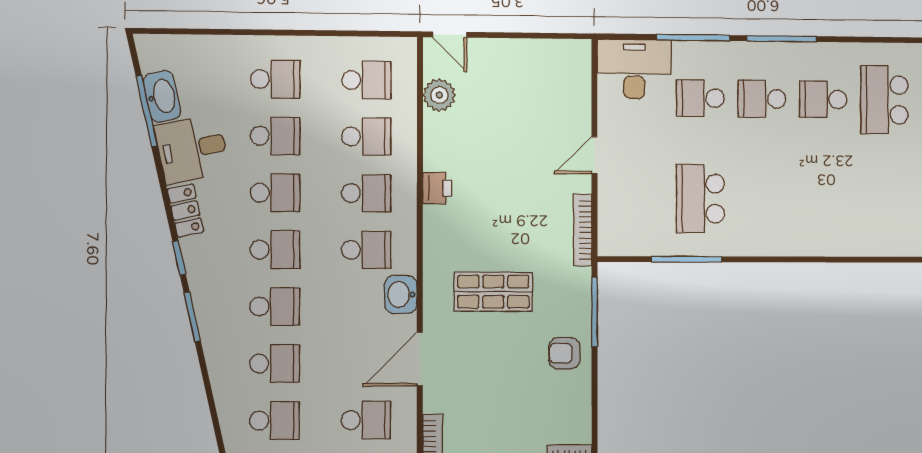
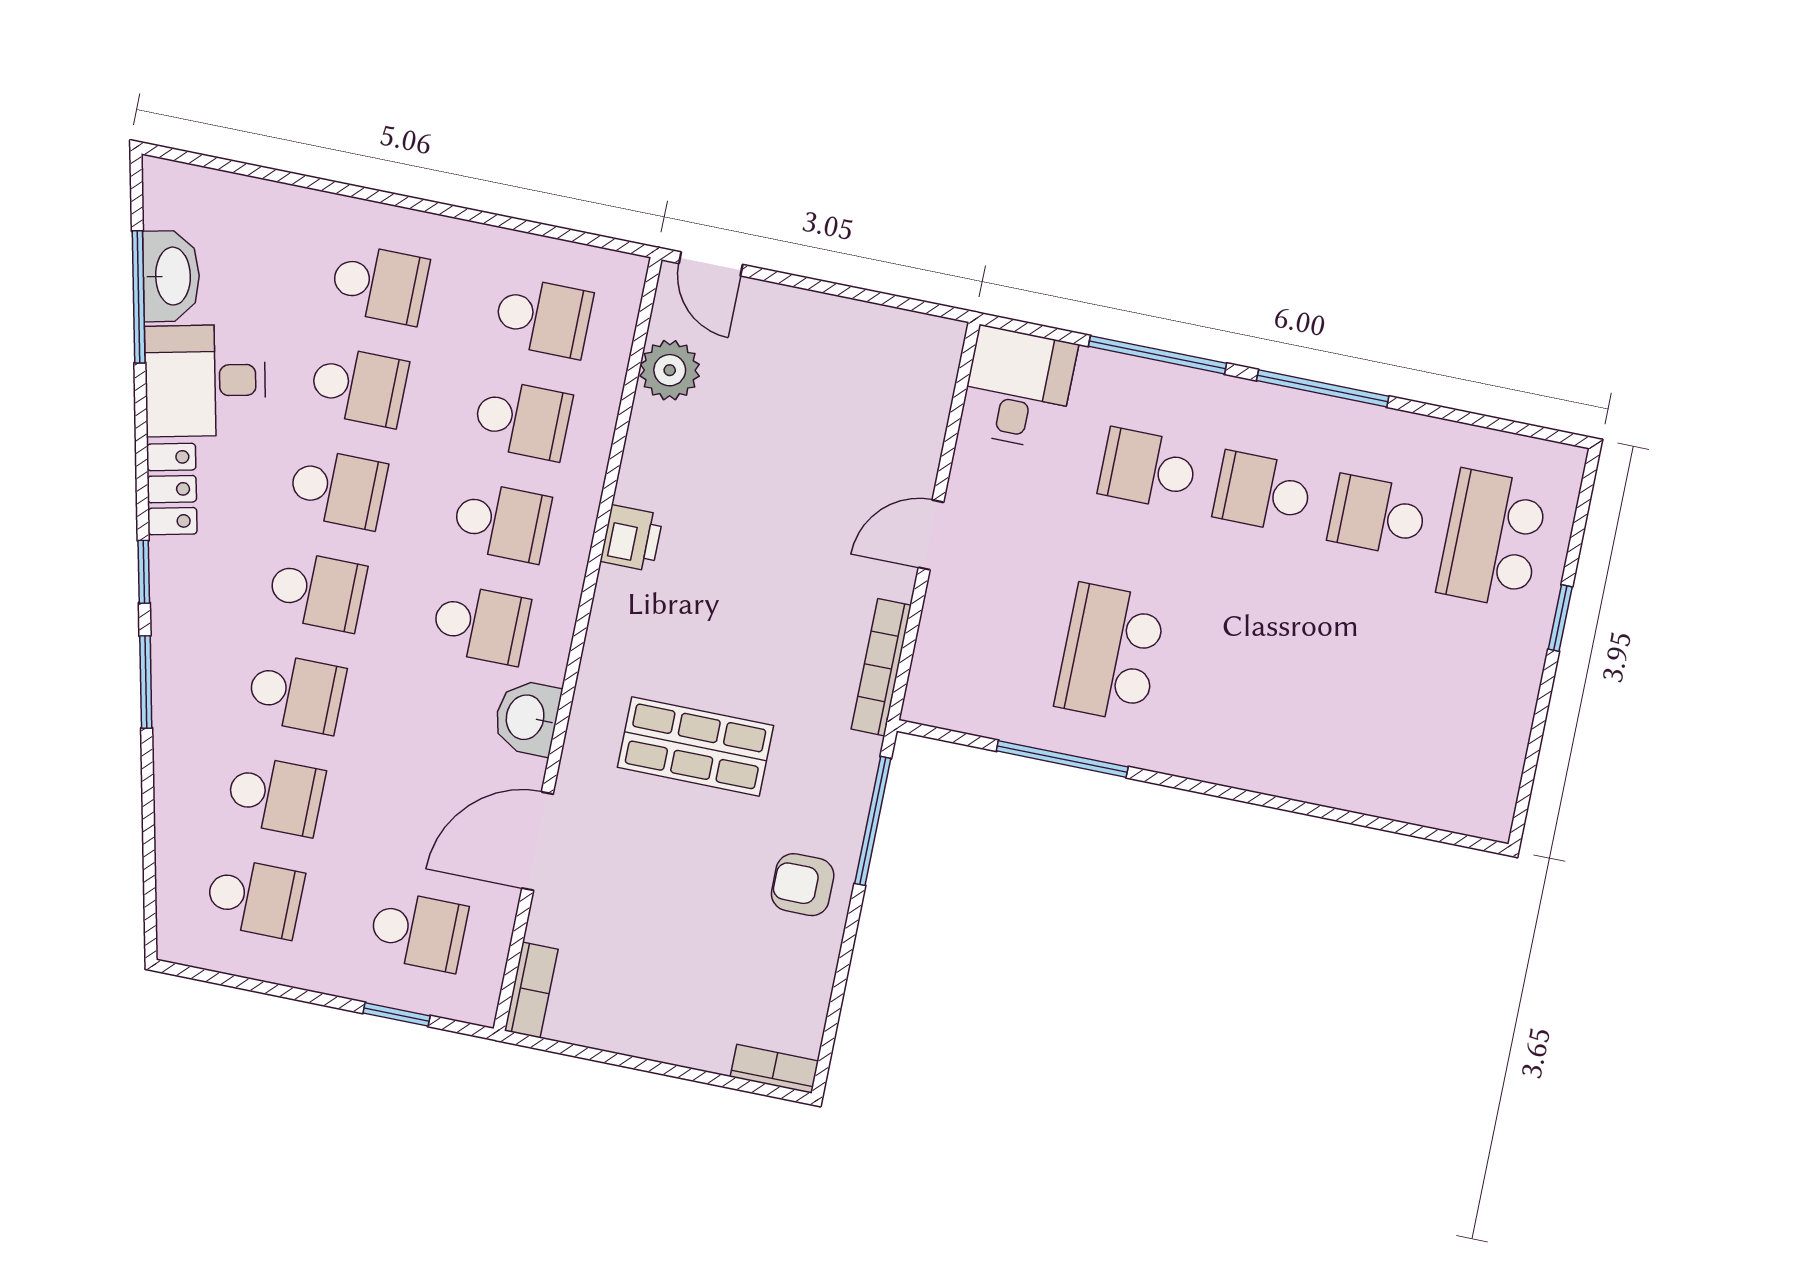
desk: (634, 69) -> (1018, 388), width x0.73

